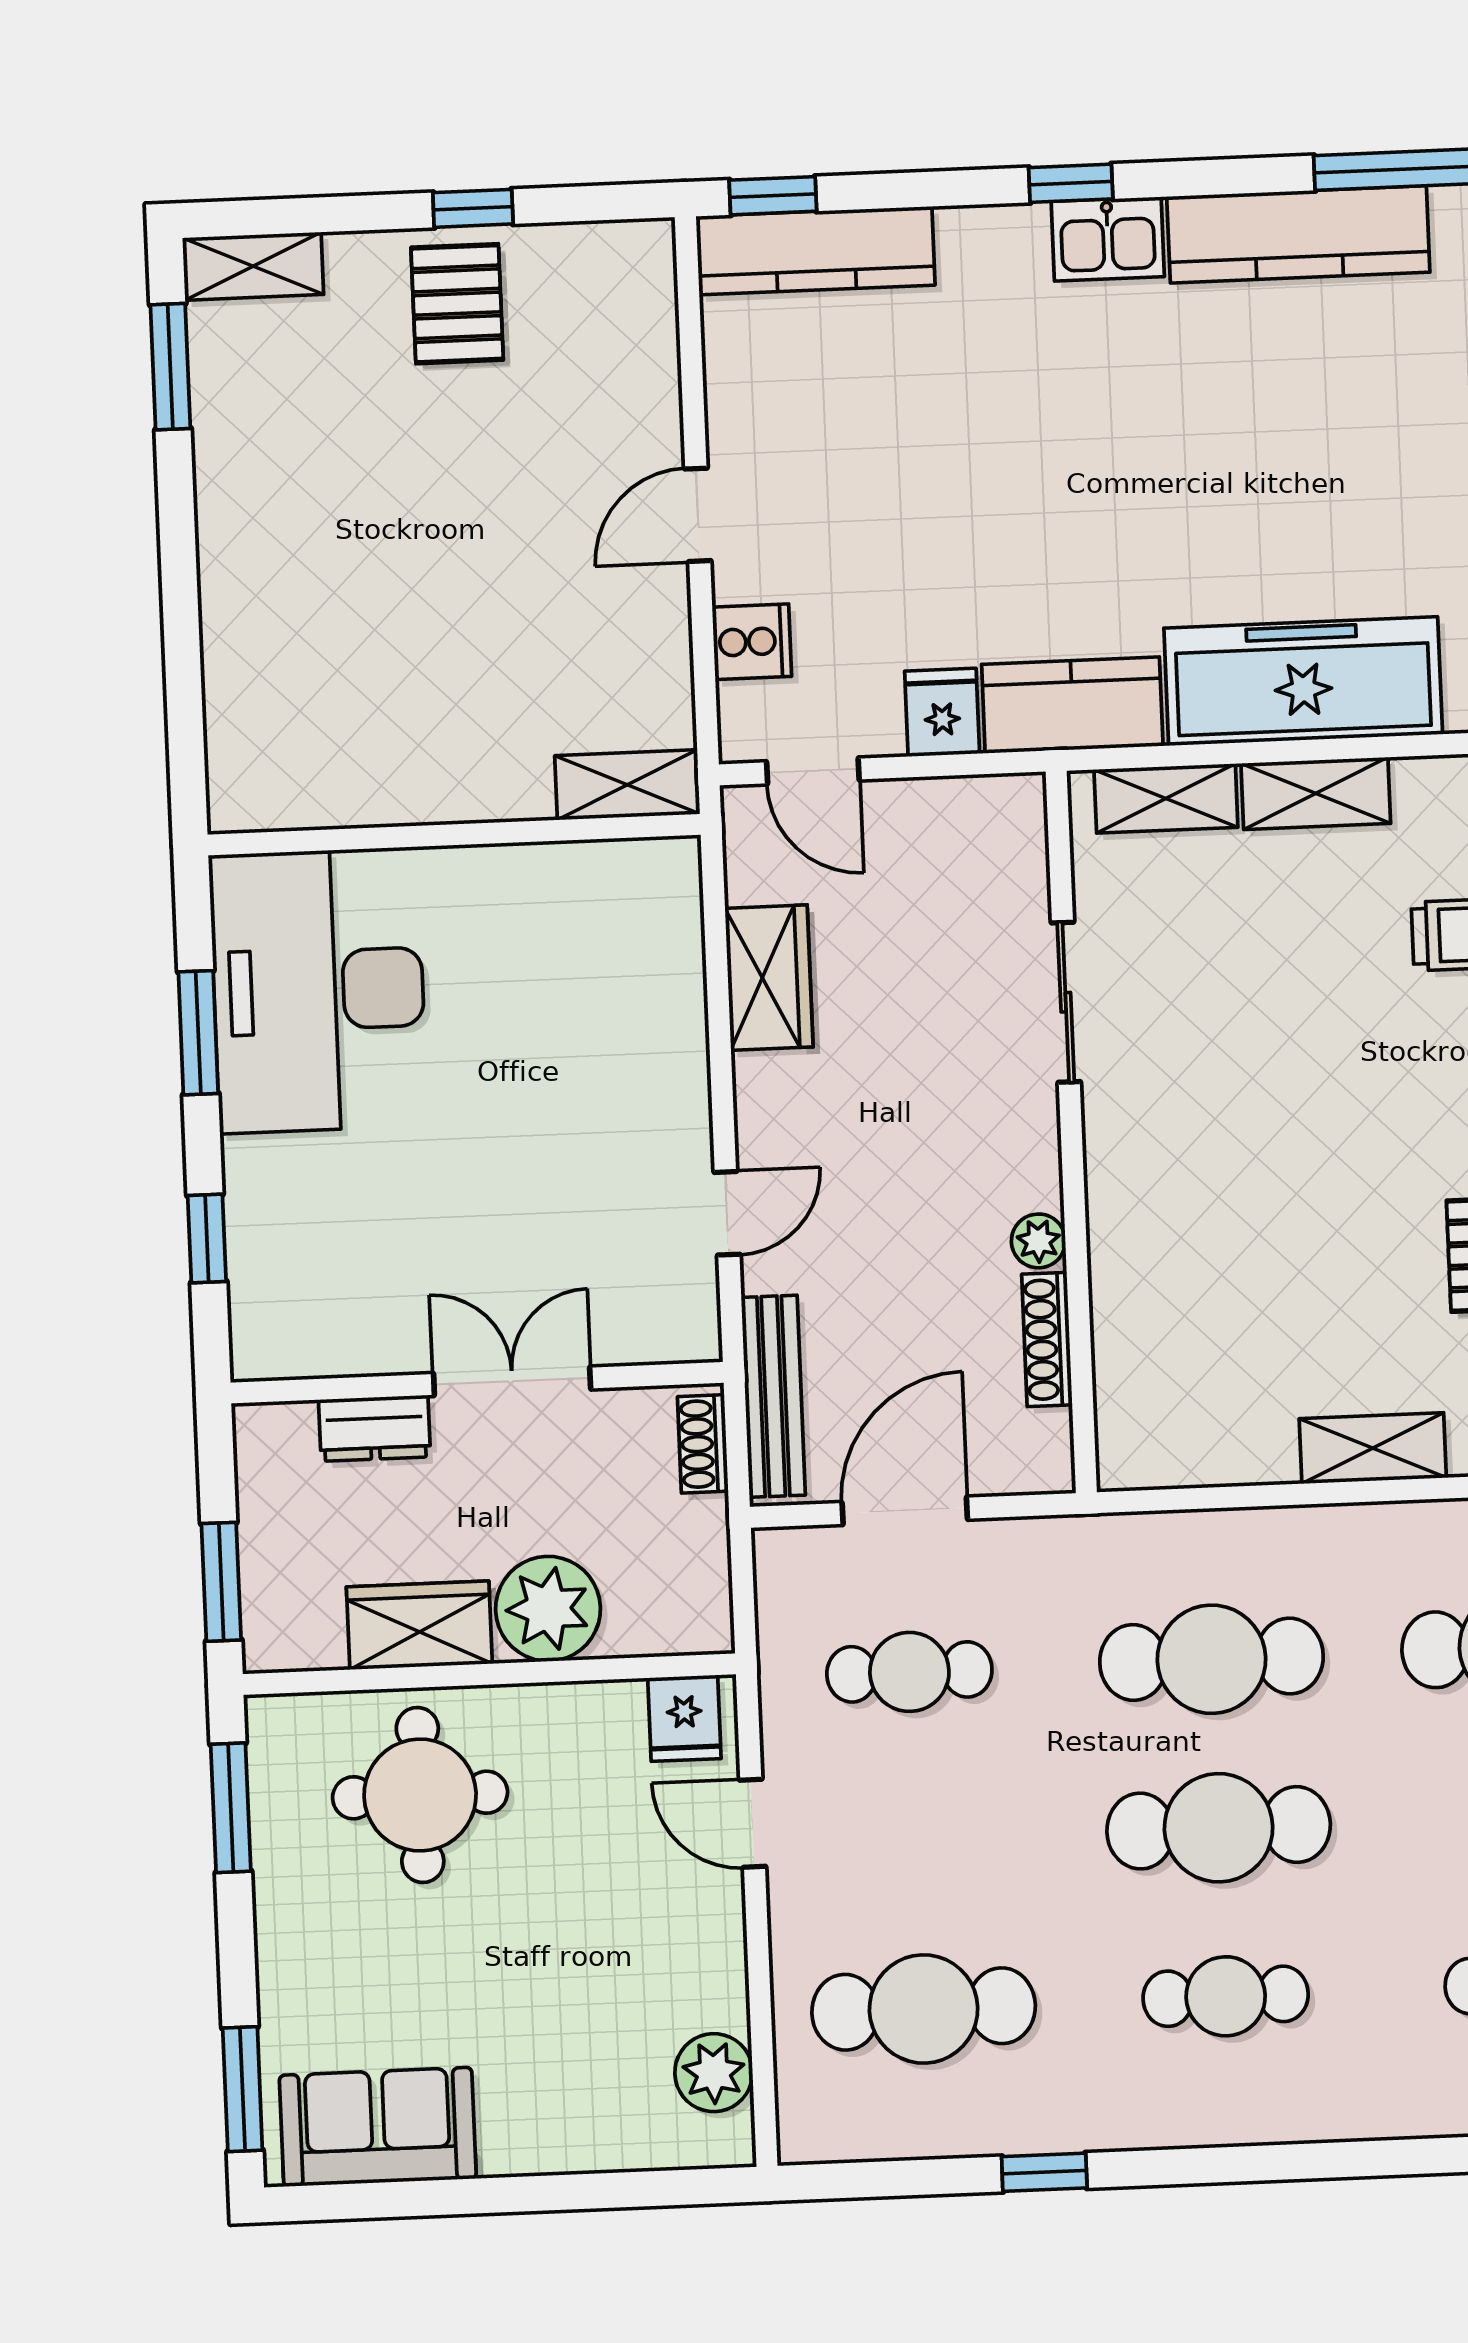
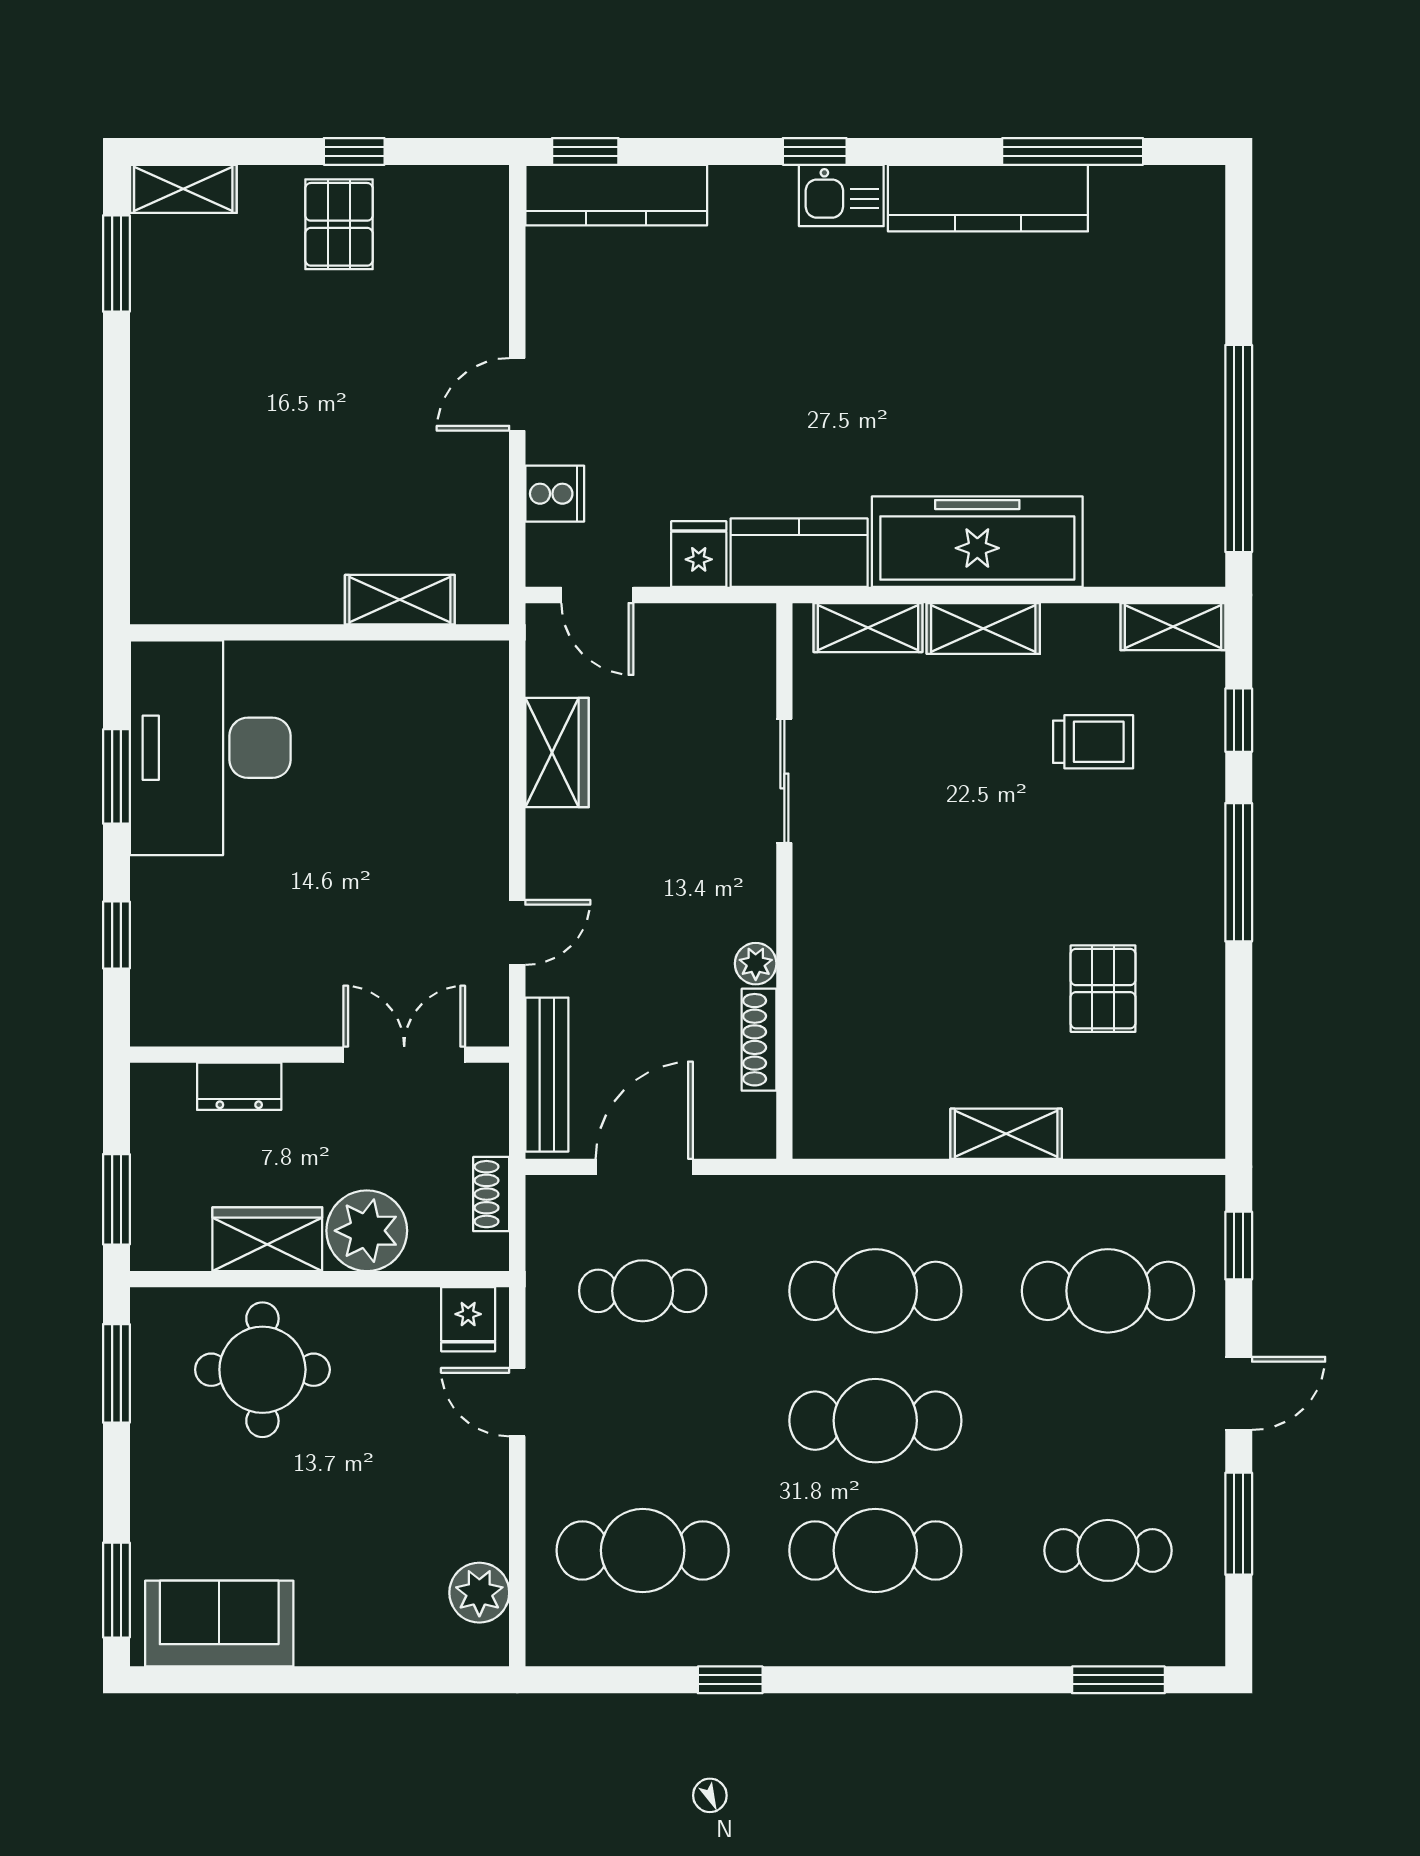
shelving: (627, 785) -> (400, 600), moved
double door: (512, 1381) -> (404, 1055), moved
shoe rack: (703, 1444) -> (491, 1194), moved
cafe table: (1226, 1996) -> (875, 1550), width x1.37, depth x1.35

